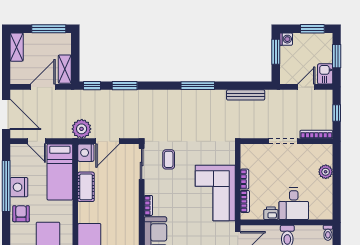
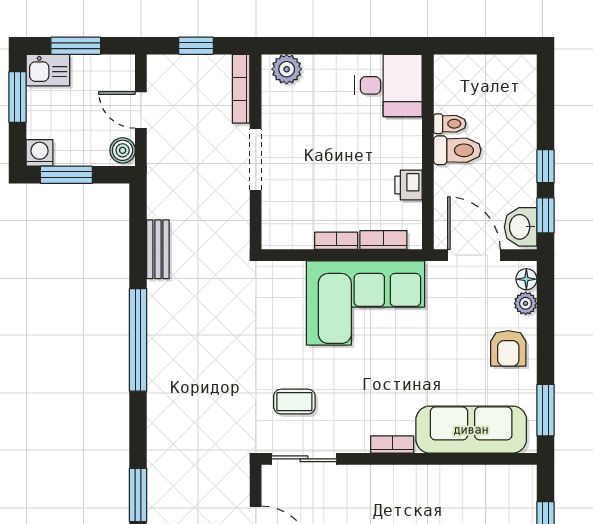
kitchen sink: (325, 74) -> (48, 70), moved
boiler: (287, 78) -> (123, 150), added
window: (198, 86) -> (138, 340), width x1.46
bench: (246, 95) -> (158, 249), width x0.73
plant: (326, 172) -> (287, 69), moved
desk: (294, 204) -> (389, 85), moved
toilet: (328, 233) -> (450, 124), moved

